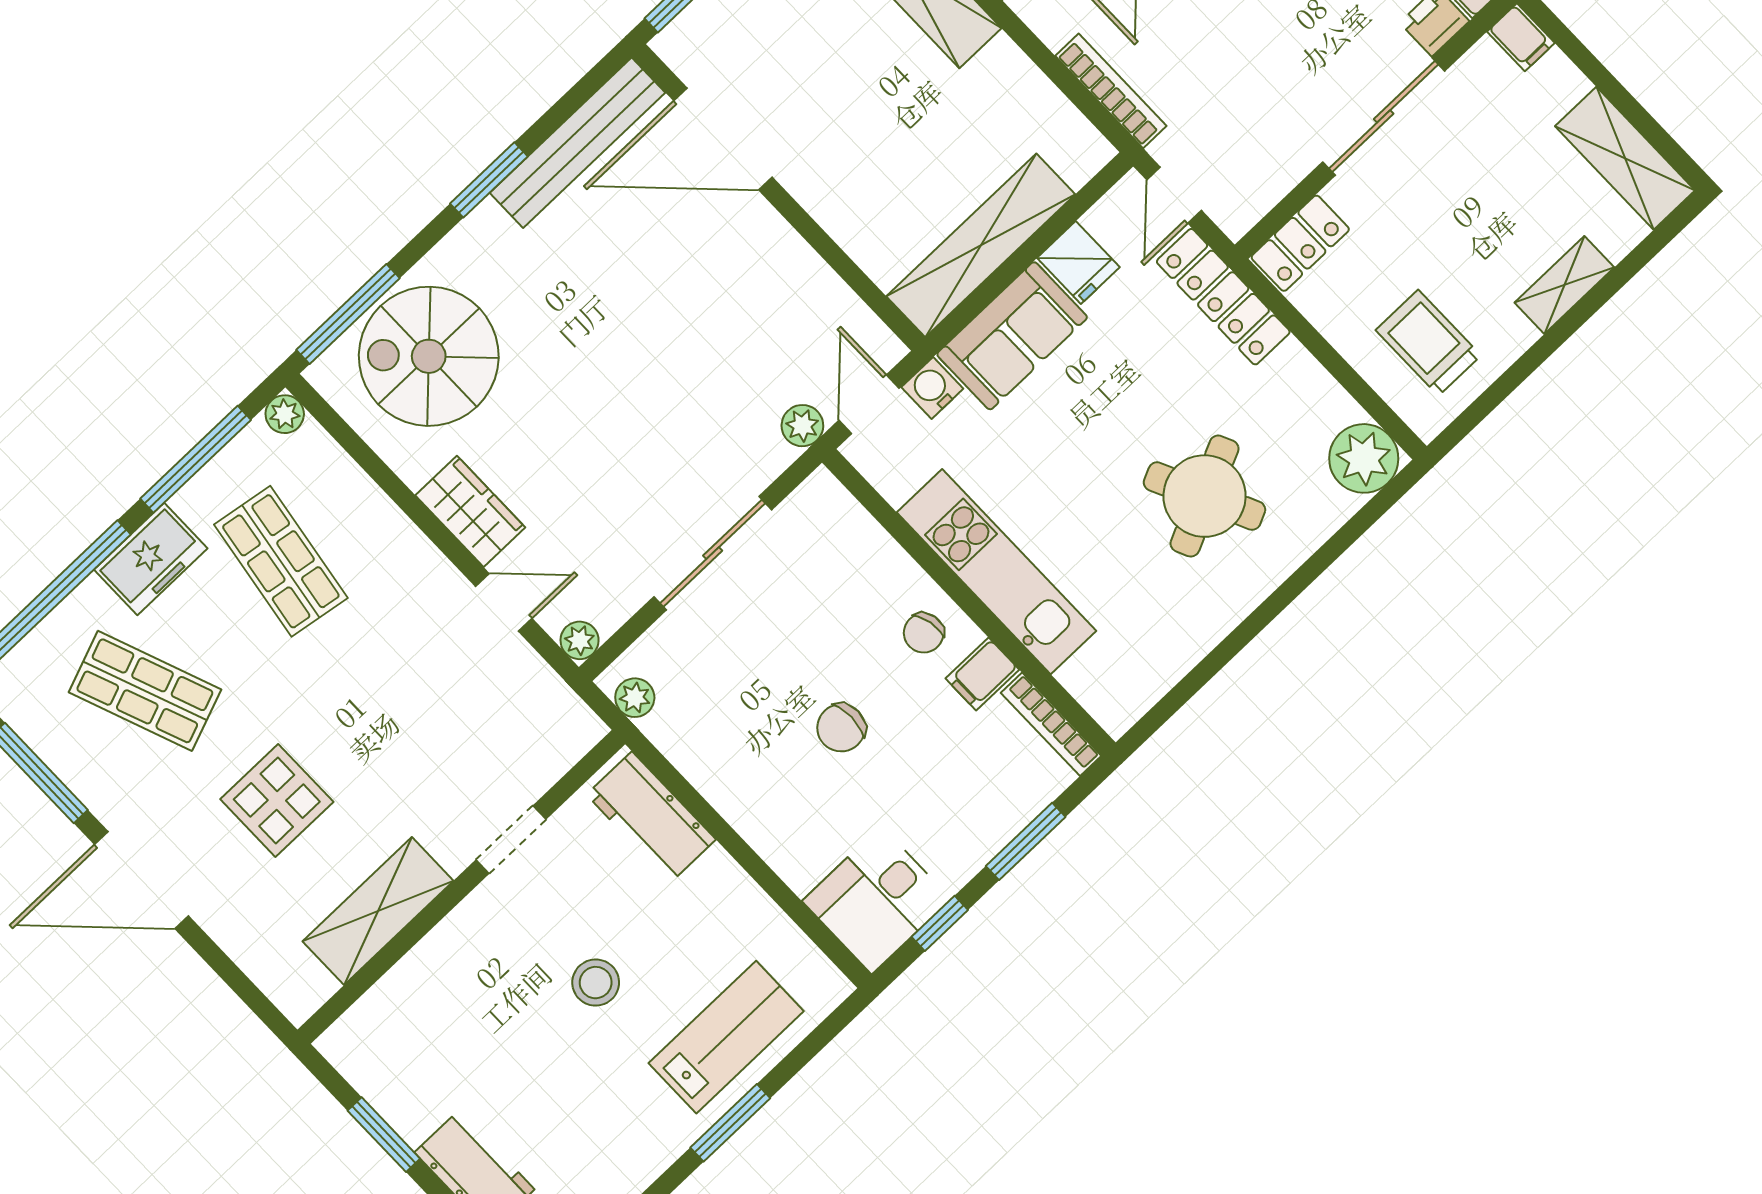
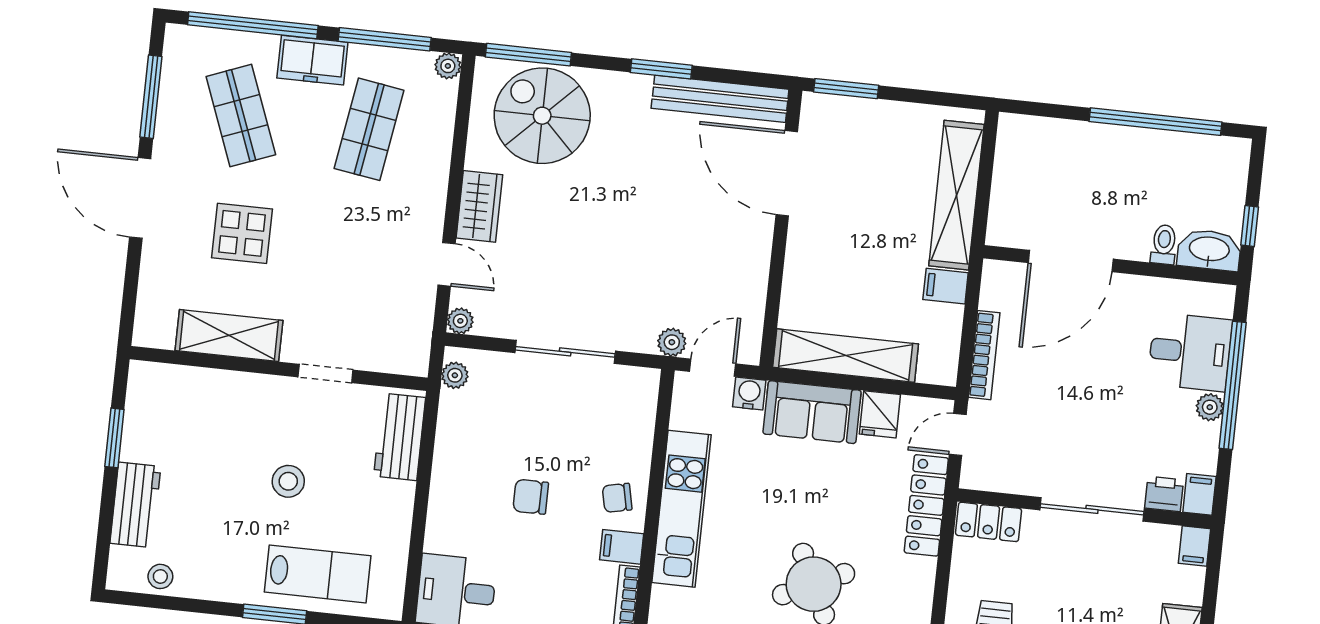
filing cabinet: (998, 69) -> (946, 286), added

